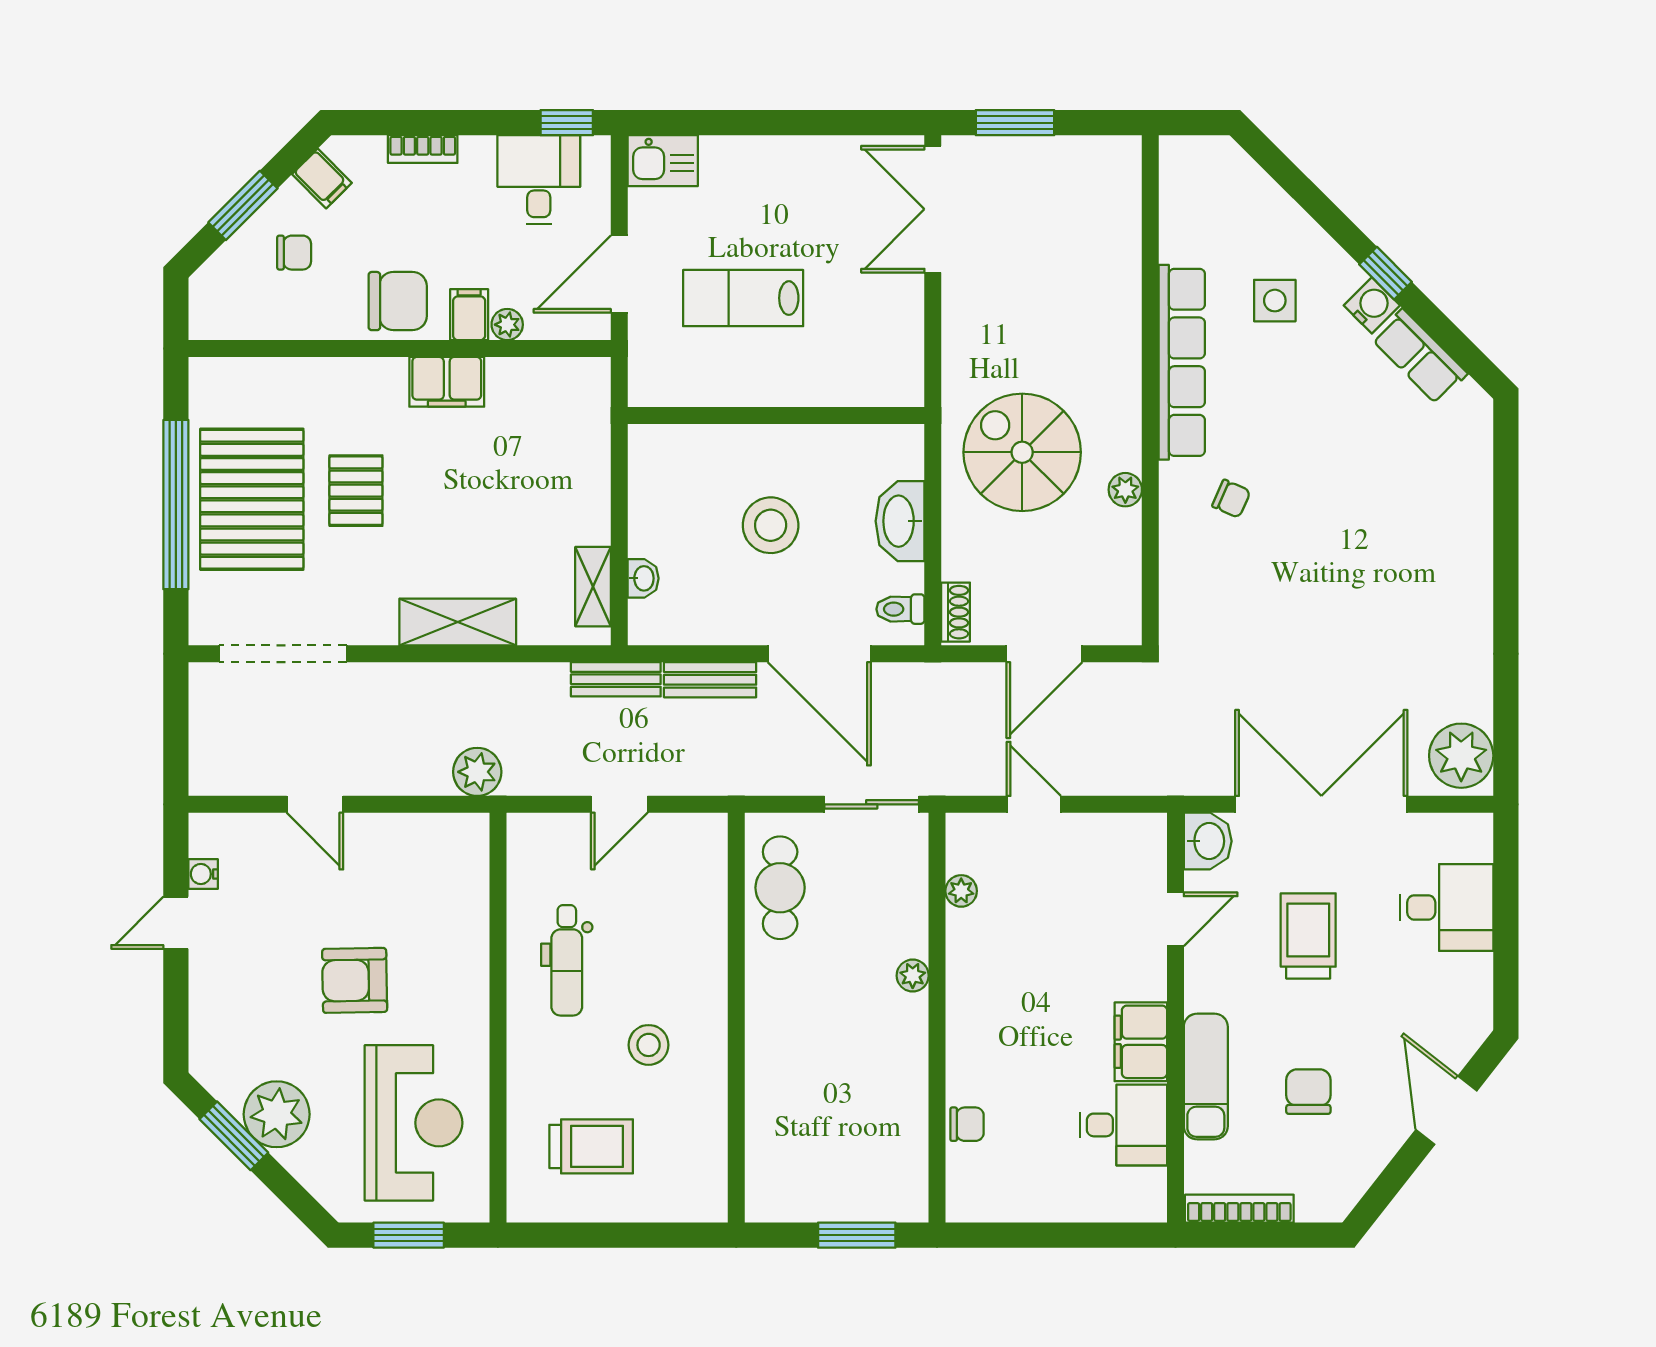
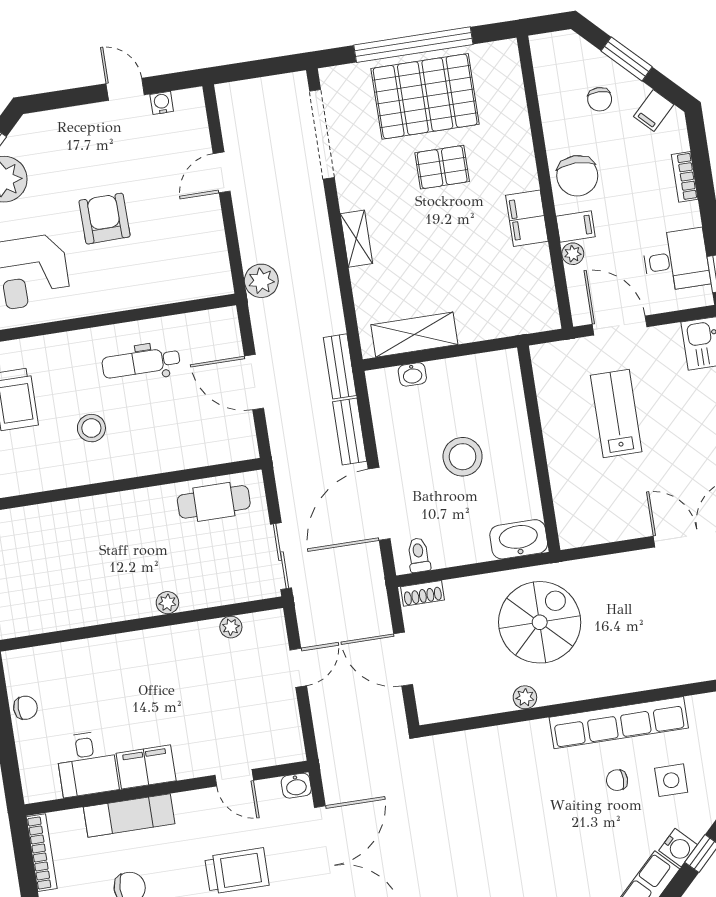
chair: (1231, 499) -> (617, 780), moved, turned 66
washbasin: (900, 521) -> (519, 539), moved
shelving: (593, 587) -> (414, 335), width x1.50, depth x1.33
shelving: (458, 622) -> (356, 239), width x0.67, depth x0.75
door: (619, 804) -> (254, 382), width x1.38
washbasin: (1208, 841) -> (296, 786), width x0.72, depth x0.69
chair: (967, 1124) -> (25, 708), moved, turned -90

